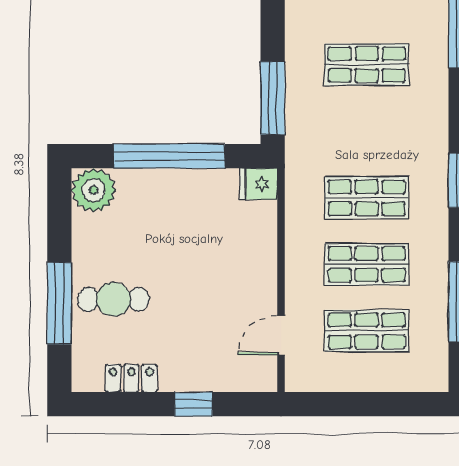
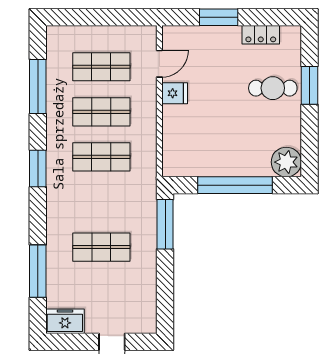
fridge: (259, 184) -> (175, 93), moved
window: (59, 303) -> (309, 85), width x0.69
window: (194, 404) -> (219, 17), width x1.50

